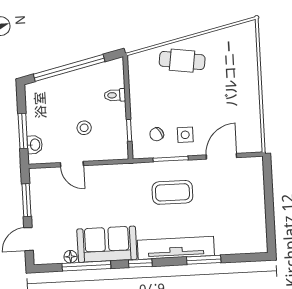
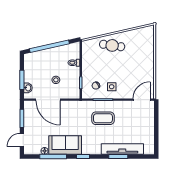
door: (221, 156) -> (142, 100), moved
door: (72, 164) -> (48, 100), width x1.88
tv unit: (176, 248) -> (122, 149), moved

